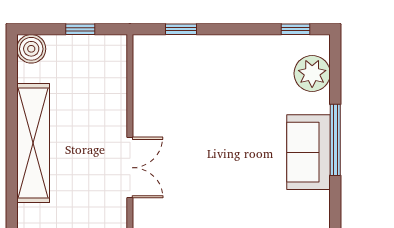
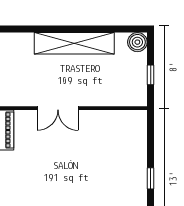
window: (181, 29) -> (151, 178), moved

